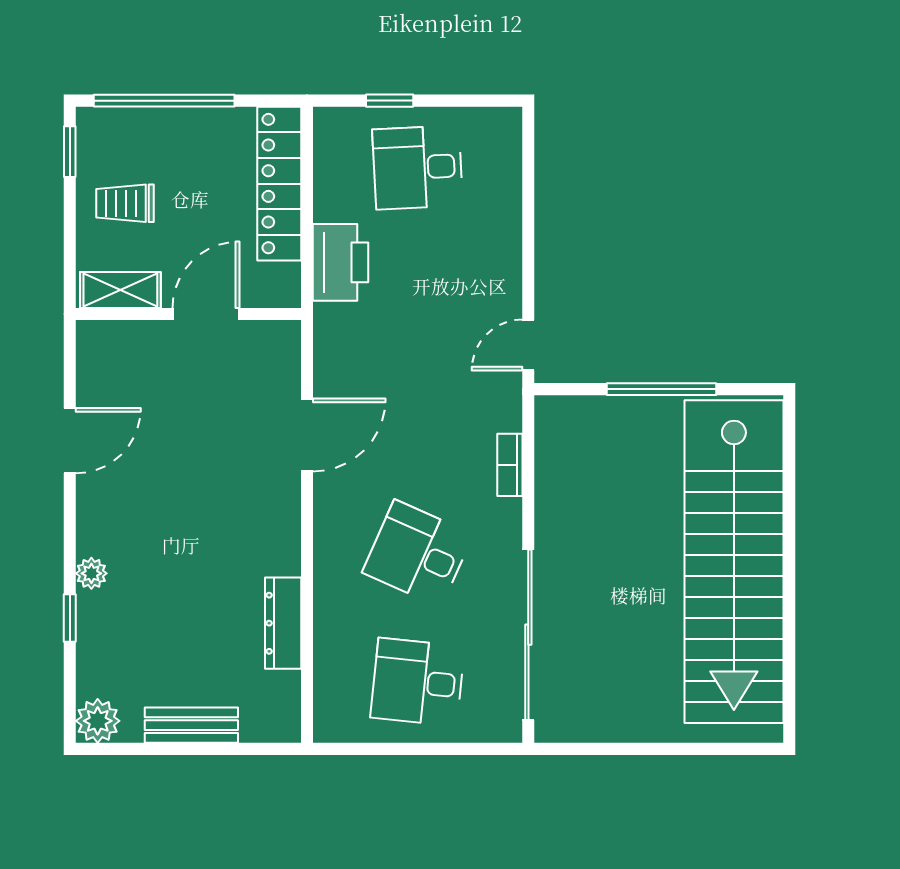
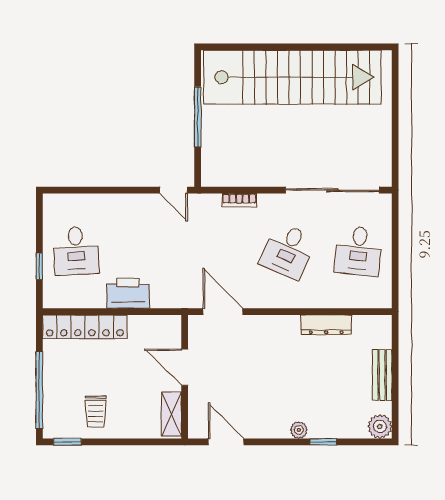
shelving: (120, 290) -> (171, 414), moved
wall: (188, 314) -> (185, 377), moved
door: (206, 314) -> (185, 367), moved

